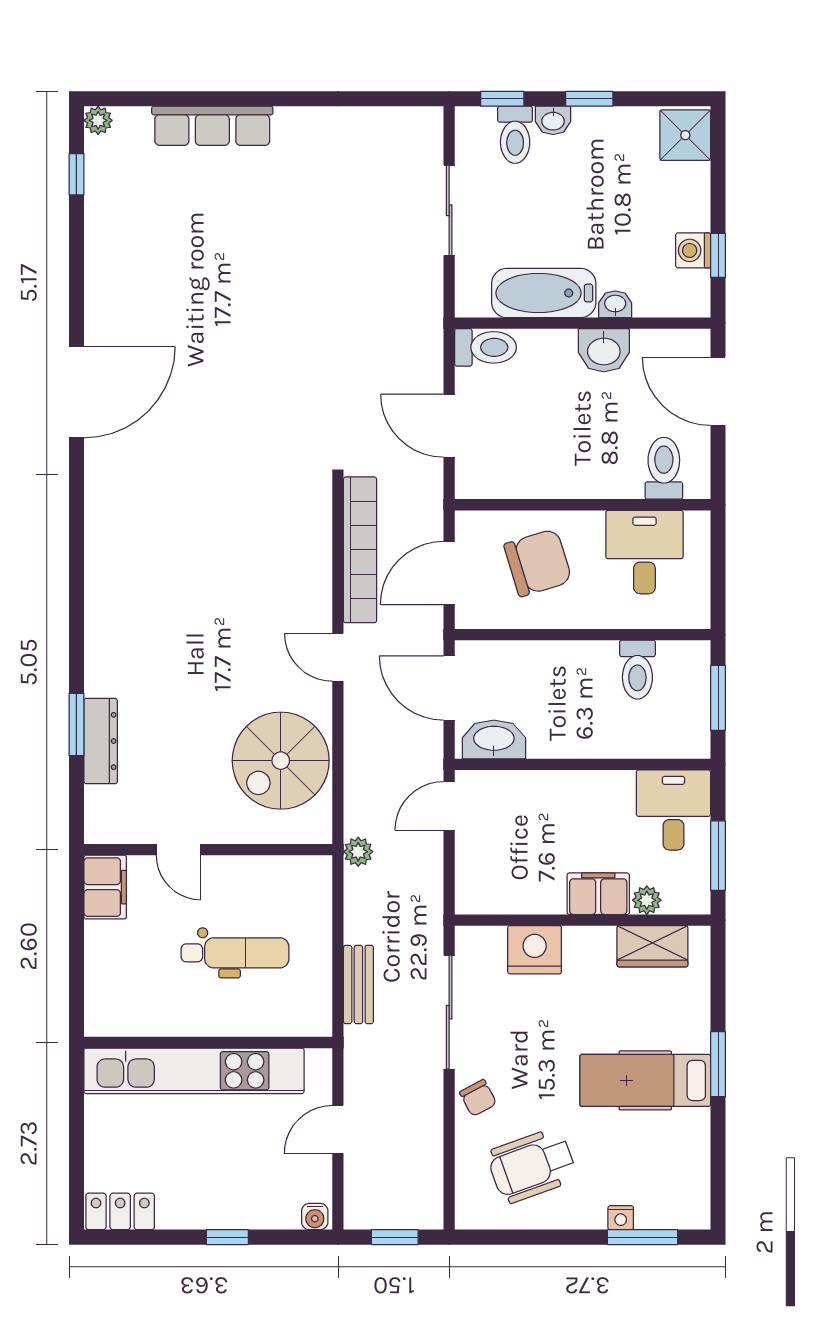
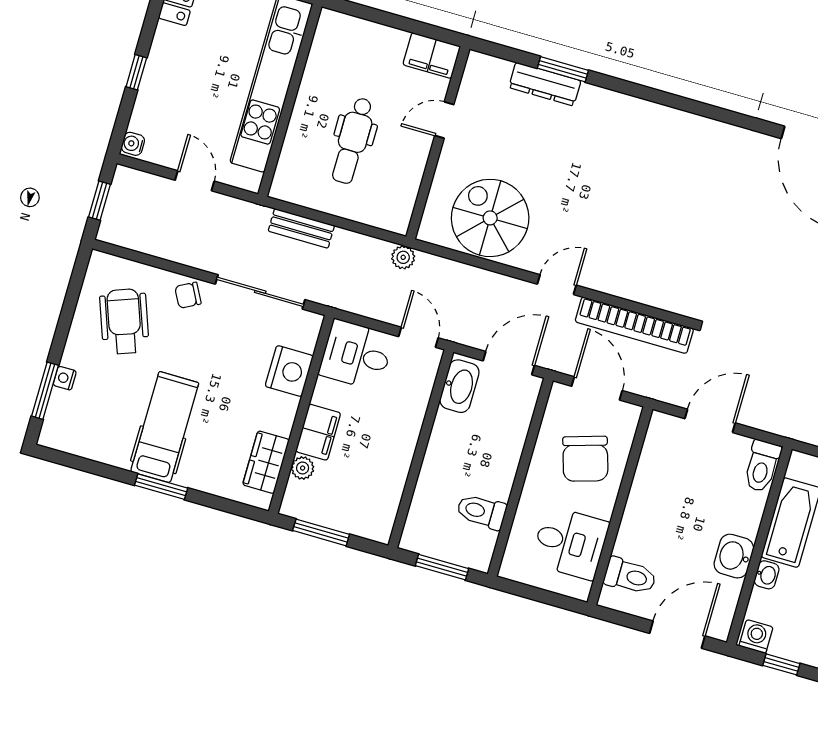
washing machine: (693, 250) -> (756, 637), moved
desk: (673, 810) -> (356, 355), moved, turned 180

